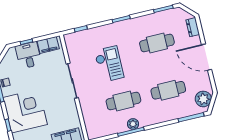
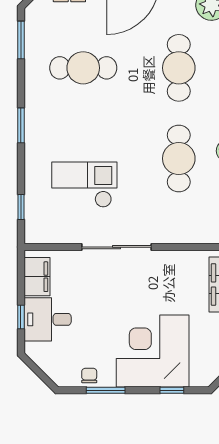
cafe table: (157, 43) -> (83, 68), turned 90
checkout: (109, 64) -> (84, 185), moved

